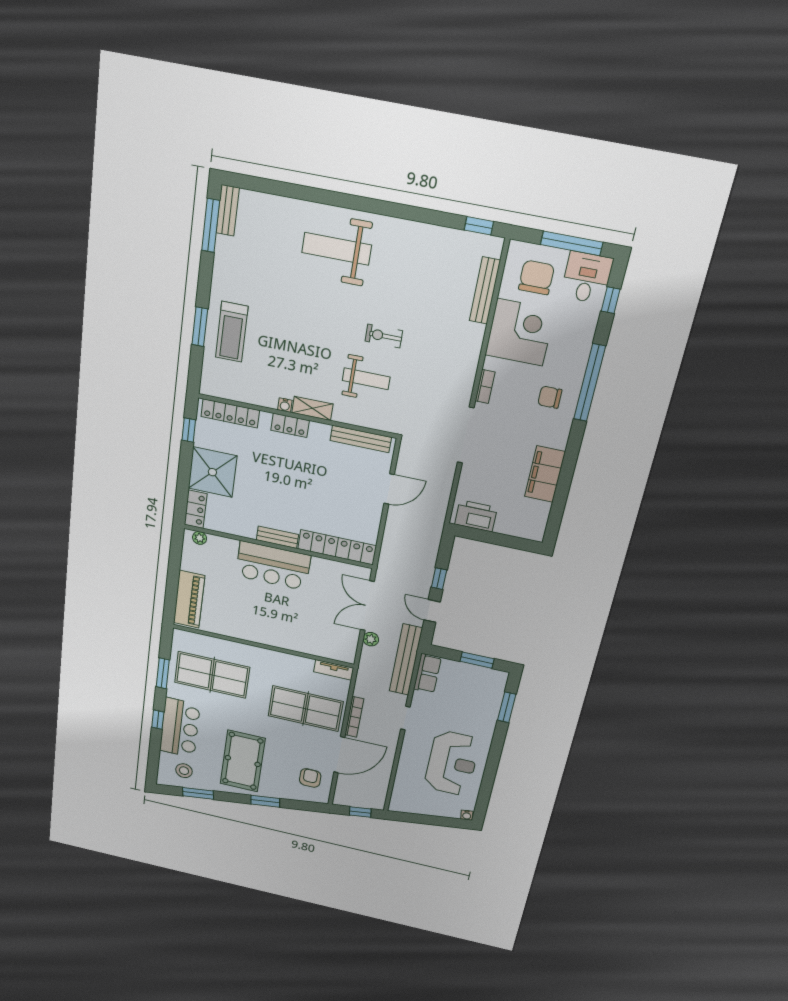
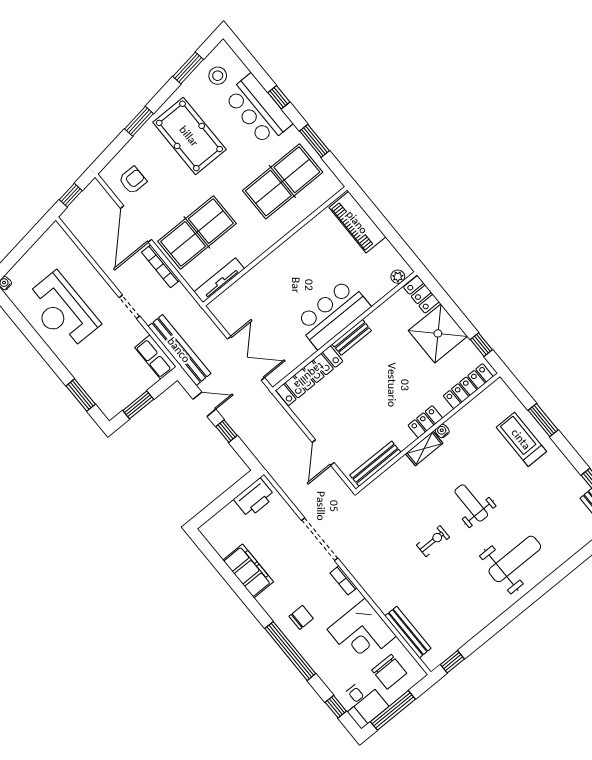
weight bench: (366, 379) -> (471, 503), moved, turned 90
plant: (371, 639) -> (217, 337), removed
tv unit: (334, 670) -> (219, 280), width x1.41
armchair: (310, 778) -> (133, 180), turned -90

